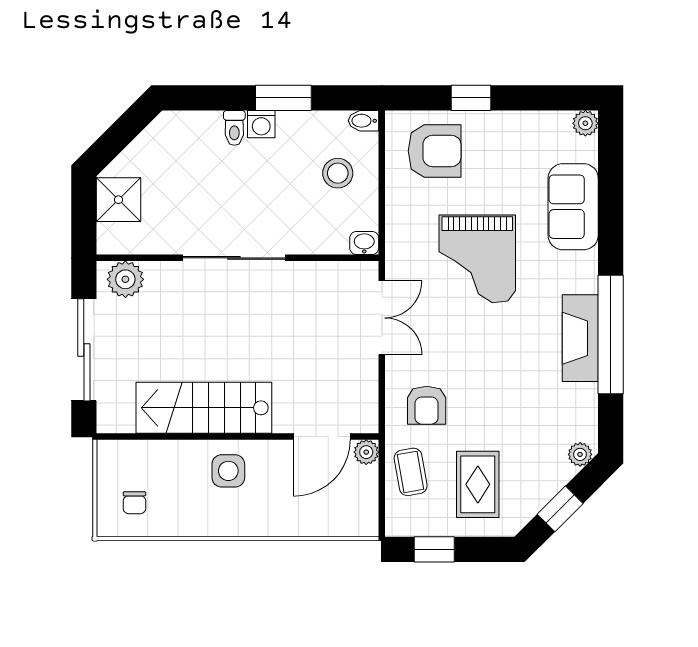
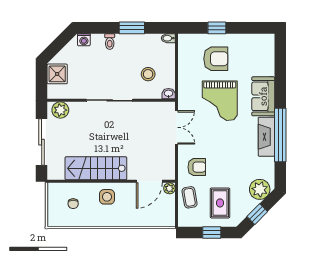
plant: (585, 123) -> (269, 39), removed
washing machine: (261, 124) -> (84, 40), moved
armchair: (435, 151) -> (216, 59), moved
stool: (338, 173) -> (148, 74), moved
sofa: (573, 207) -> (263, 96), moved
armchair: (427, 405) -> (197, 167), turned -90
plant: (580, 454) -> (260, 189), width x1.87, depth x1.87
chair: (134, 503) -> (73, 204), moved
window: (434, 549) -> (212, 232), moved

